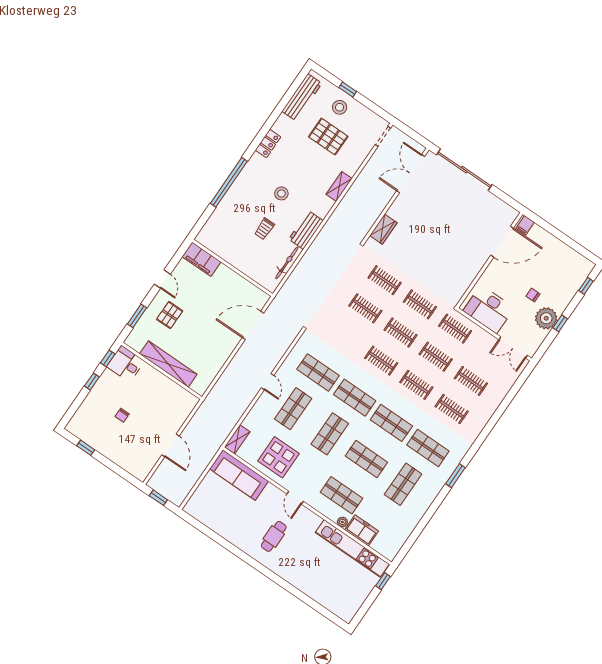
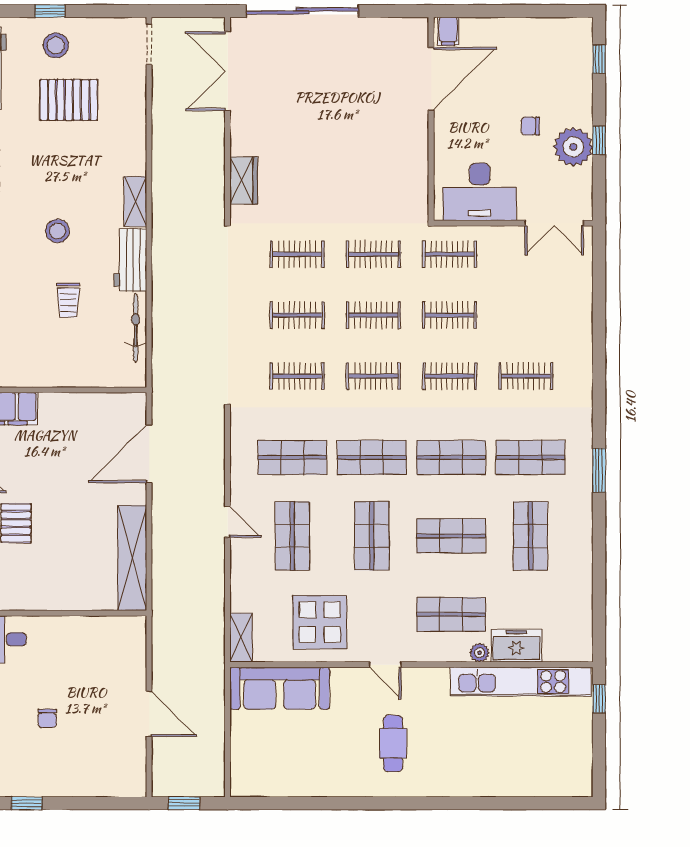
shelving: (339, 186) -> (135, 202), moved
shelving: (168, 364) -> (132, 558), moved, turned 90
clothes rail: (471, 381) -> (297, 376), moved

